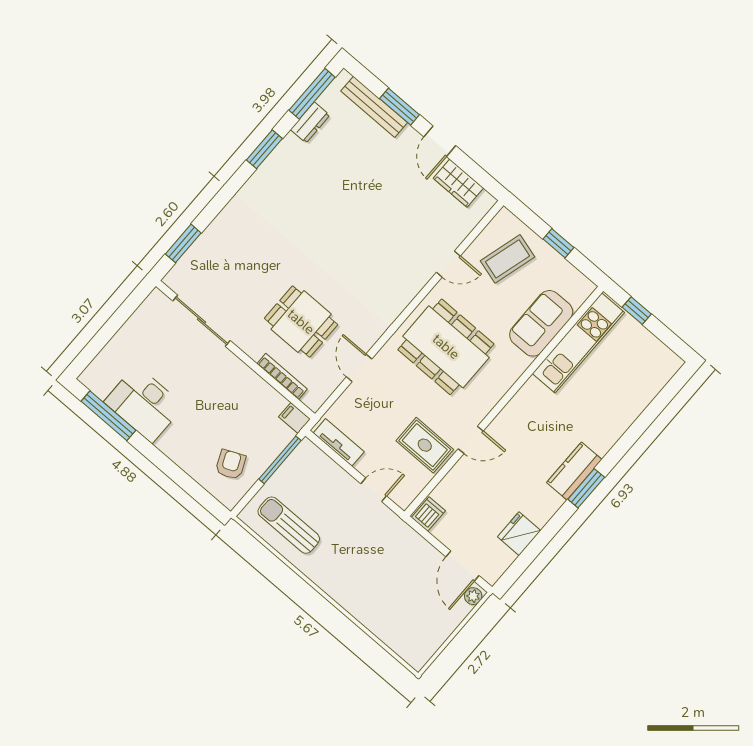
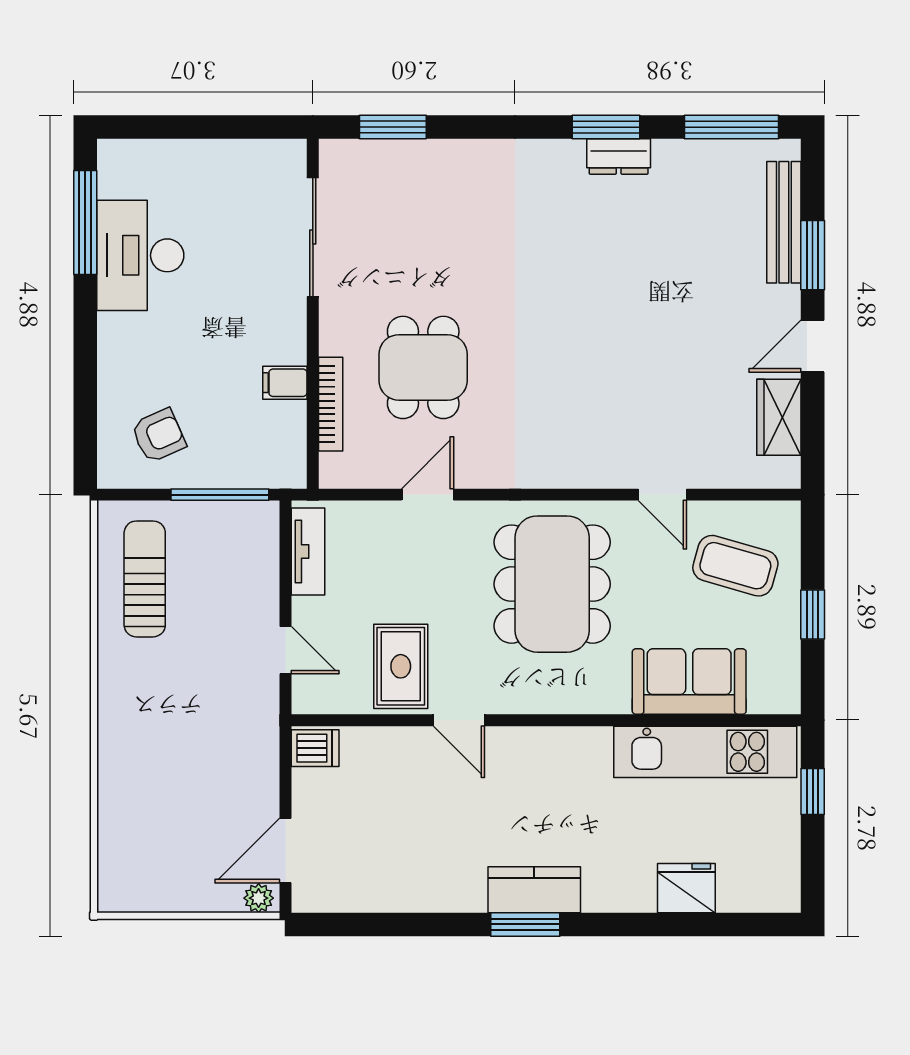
dresser: (310, 122) -> (619, 157), moved
filing cabinet: (295, 418) -> (285, 383), moved, turned -90
fridge: (519, 534) -> (686, 888), moved

